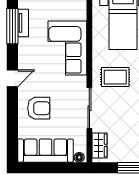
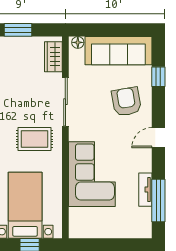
tv unit: (23, 23) -> (145, 190), moved
armchair: (39, 108) -> (127, 102), turned 80
window: (12, 129) -> (158, 77), added

